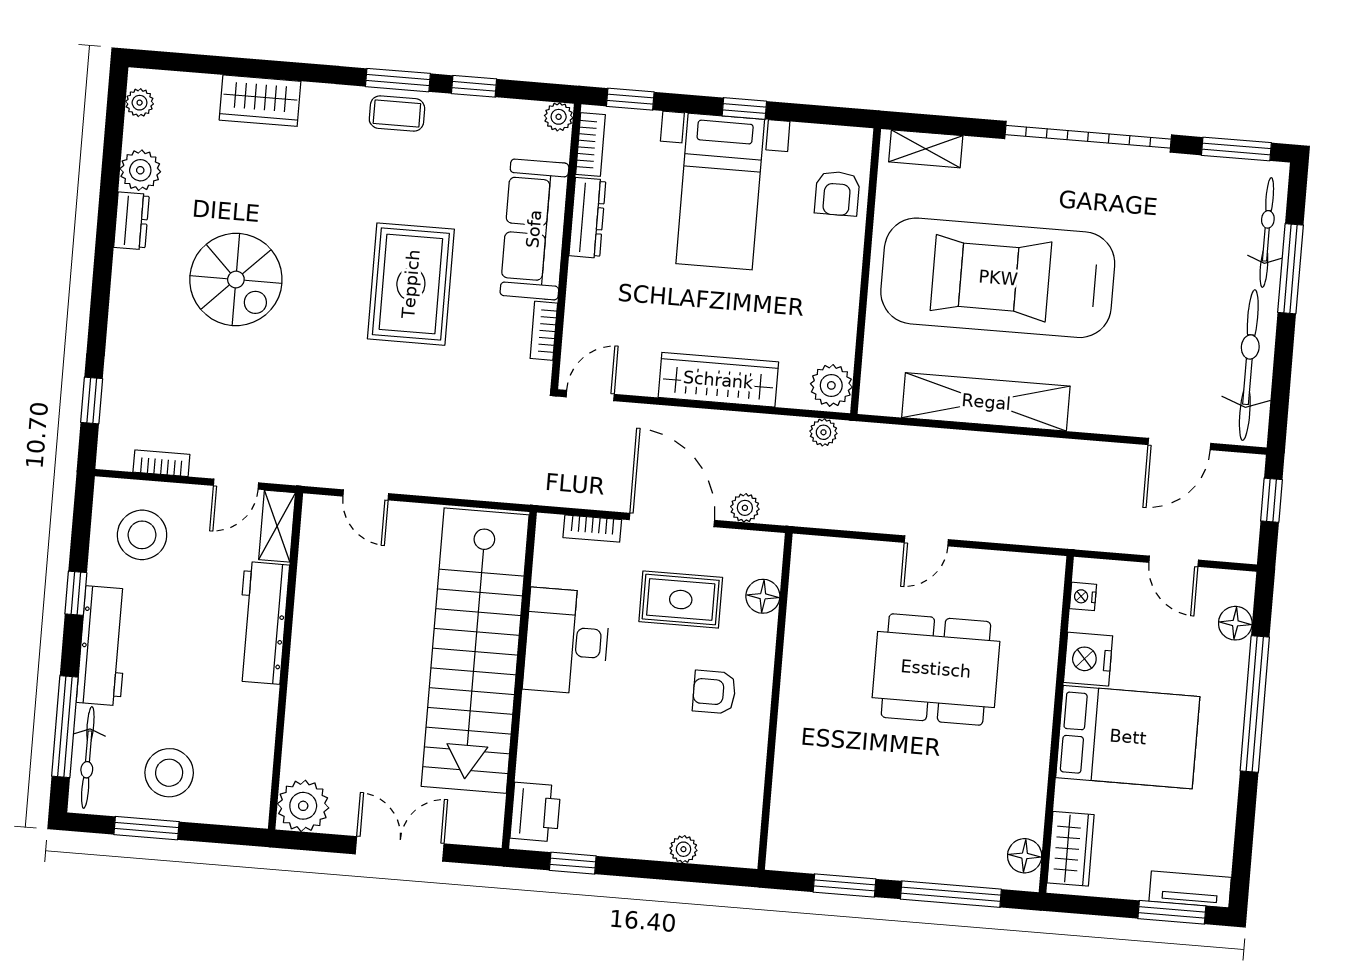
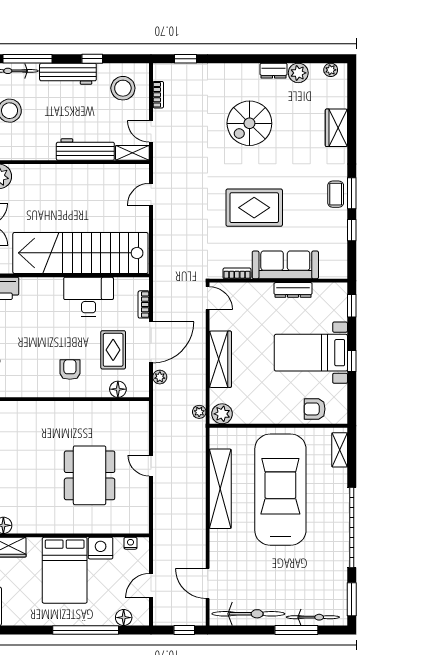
plant: (559, 117) -> (340, 272), removed
bookcase: (590, 145) -> (328, 288), removed

